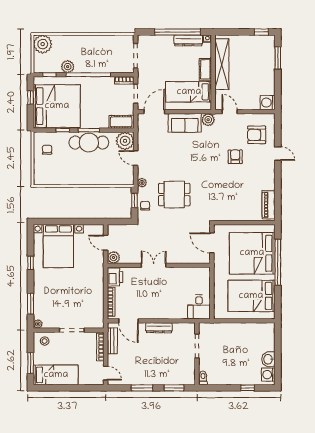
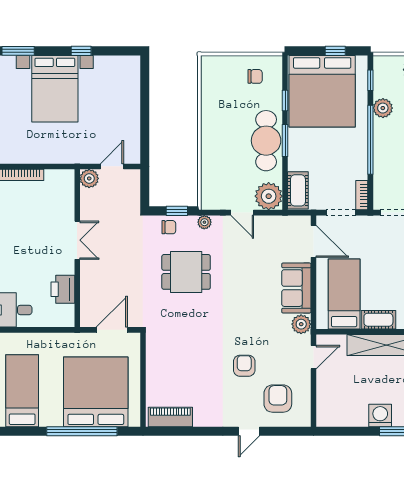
washing machine: (268, 103) -> (380, 415), moved
armchair: (235, 157) -> (244, 366), turned -90
door: (136, 158) -> (242, 213), swing flipped
dining table: (174, 195) -> (186, 272), turned 90
bed with nightstands: (58, 246) -> (55, 89), moved, turned -90
printer: (115, 277) -> (63, 289), moved, turned 90
bed: (251, 296) -> (22, 391), width x0.67

